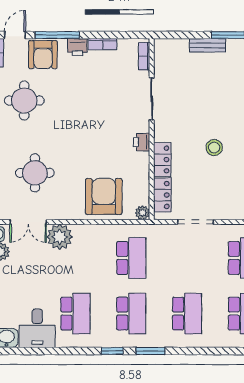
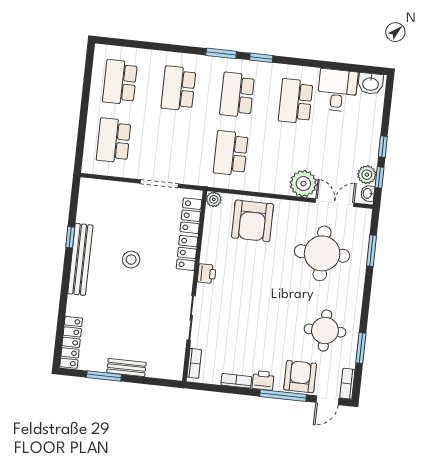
round table: (35, 173) -> (322, 253), width x1.36, depth x1.36

